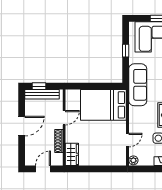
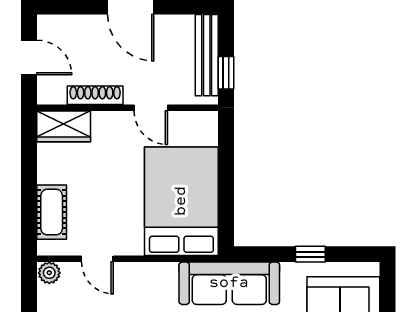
window: (39, 86) -> (226, 73), moved
cot: (108, 159) -> (52, 212), added

